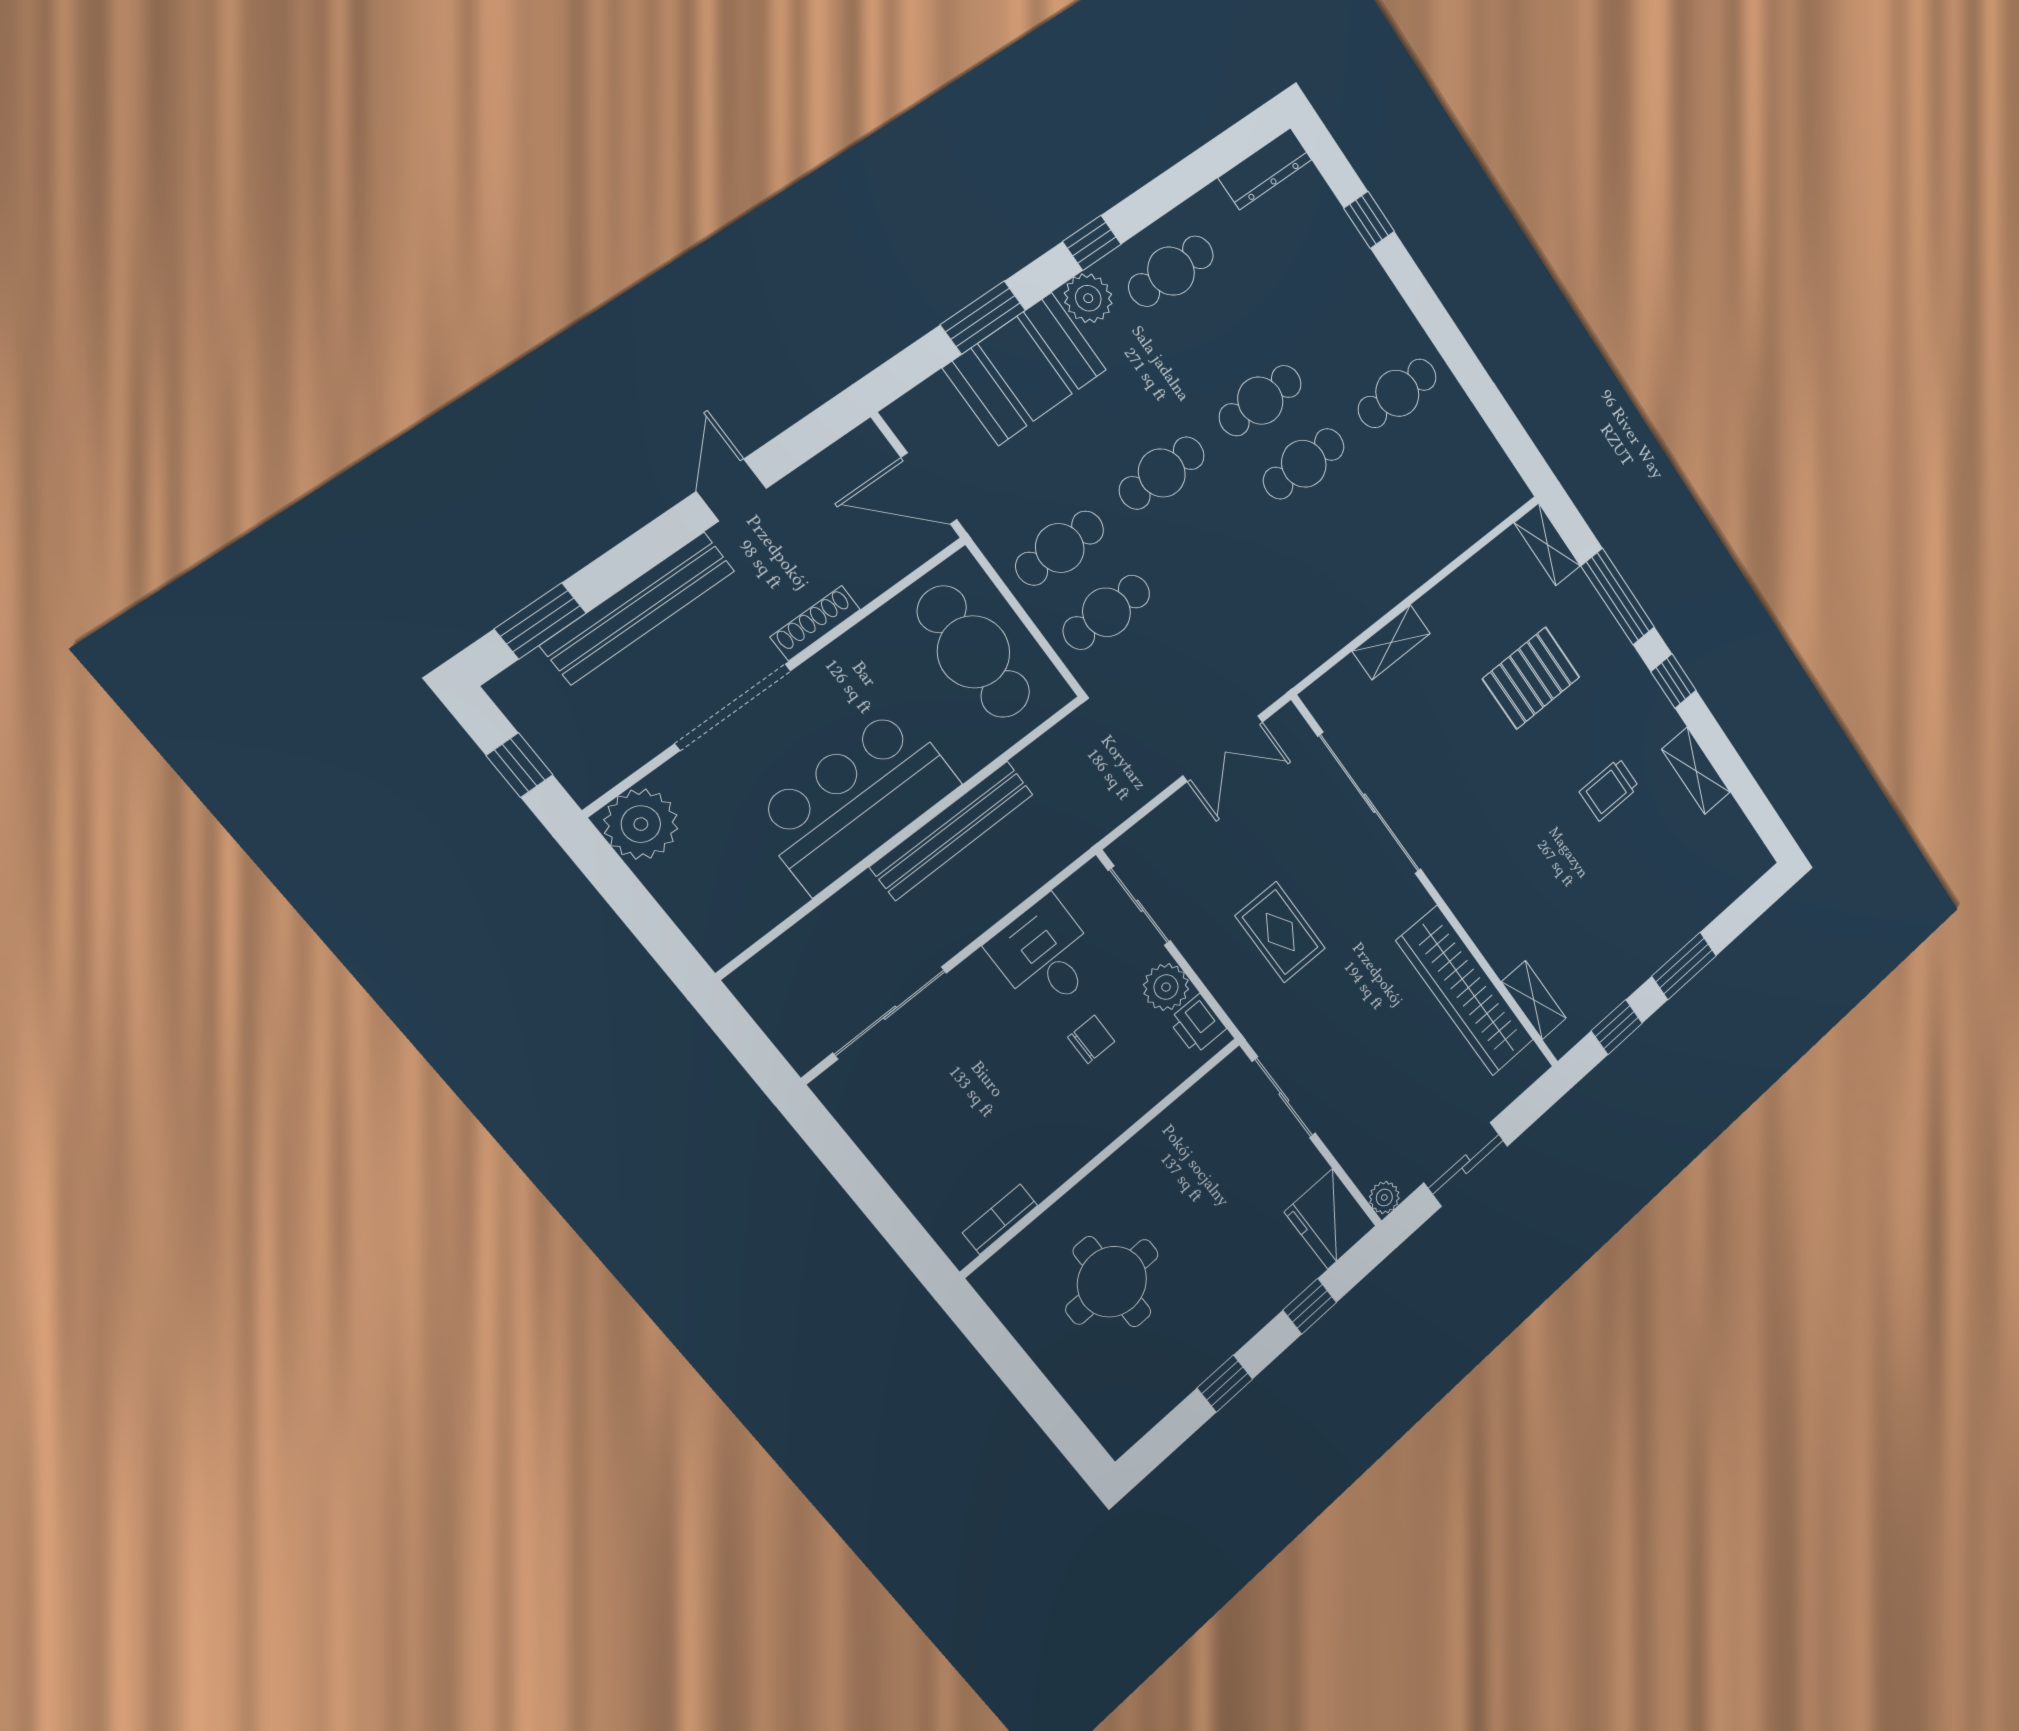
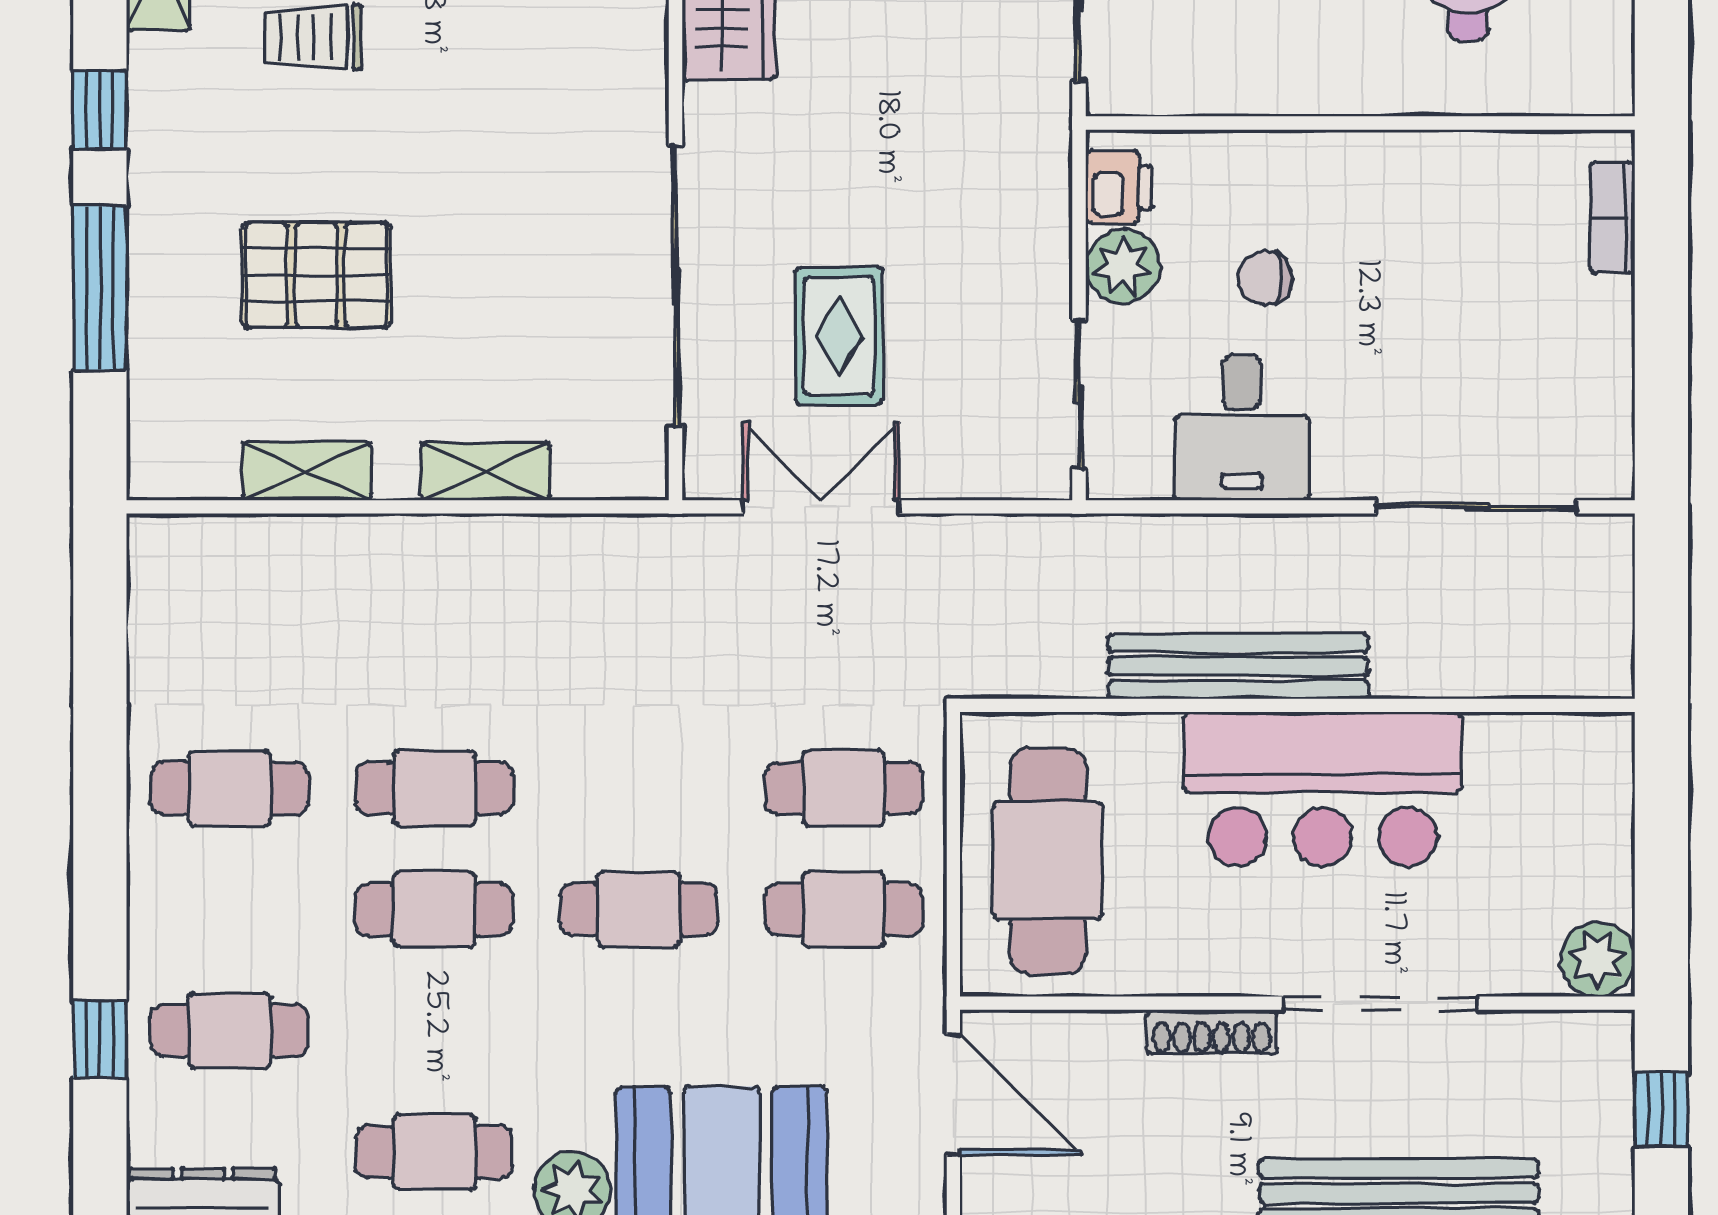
cafe table: (1313, 267) -> (229, 1031), added
shelving: (1547, 544) -> (307, 471), moved, turned 90
trolley: (1609, 789) -> (313, 37), turned 180
plant: (641, 824) -> (1598, 959), width x0.73, depth x0.73
rug: (1280, 932) -> (839, 336), moved
bookcase: (1000, 1219) -> (1613, 218), moved, turned 90

